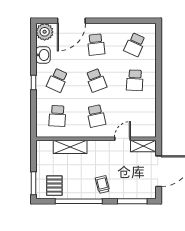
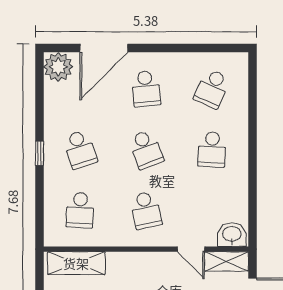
washbasin: (43, 55) -> (232, 235), moved, turned -90
school desk: (57, 80) -> (80, 149), turned -42
door: (122, 139) -> (191, 249), swing flipped
shelving: (70, 147) -> (76, 263), moved

